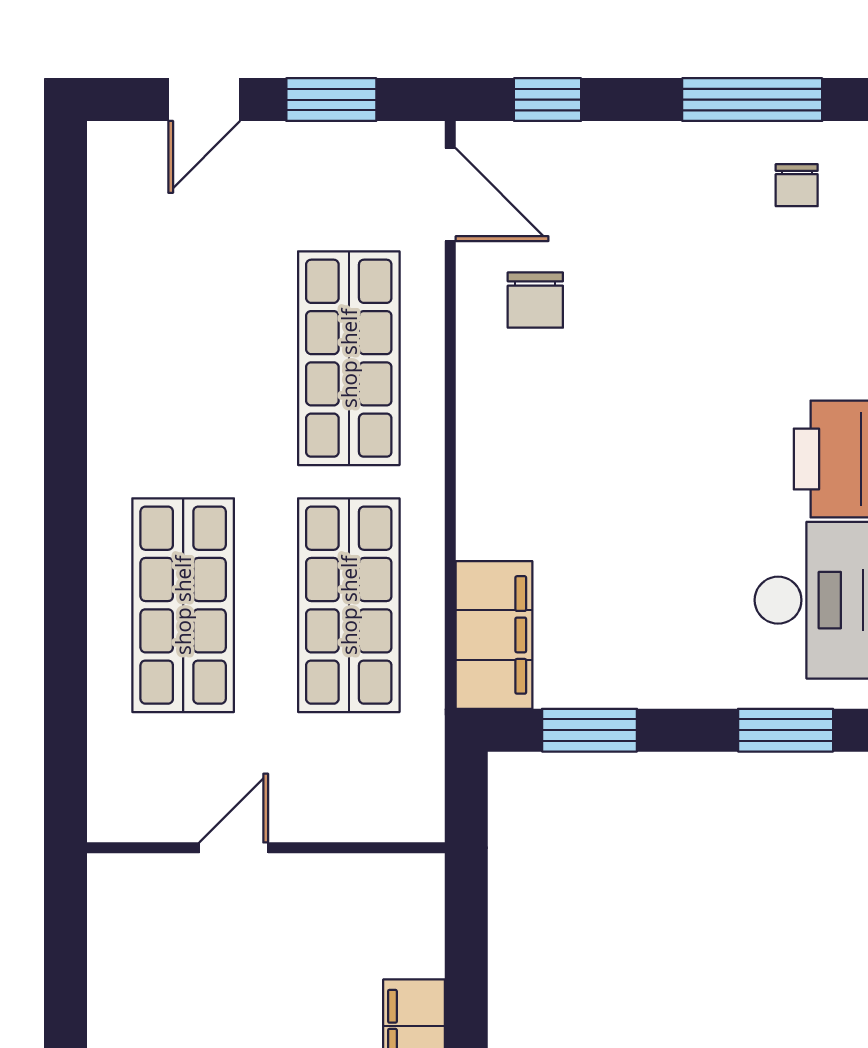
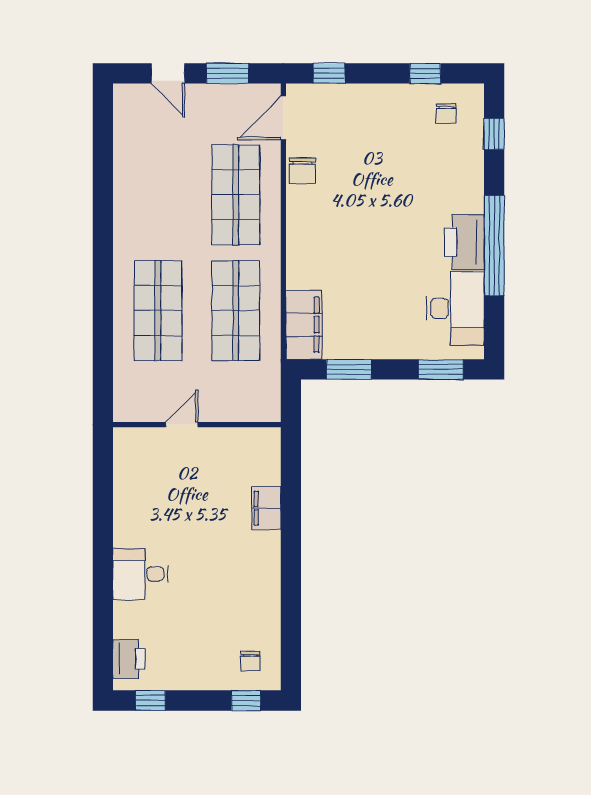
door: (204, 100) -> (168, 73), hinge flipped
window: (752, 100) -> (425, 73), width x0.46
door: (450, 195) -> (283, 118), swing flipped
chair: (535, 300) -> (302, 171), moved

